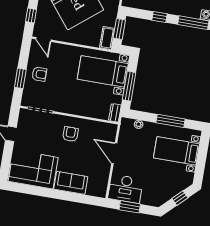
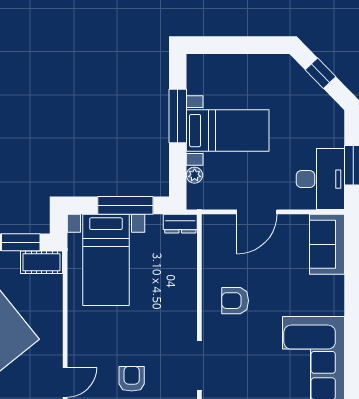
bed with nightstands: (176, 151) -> (228, 131), moved, turned -90
sofa: (71, 183) -> (327, 244), moved

